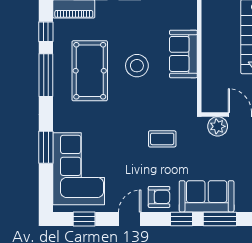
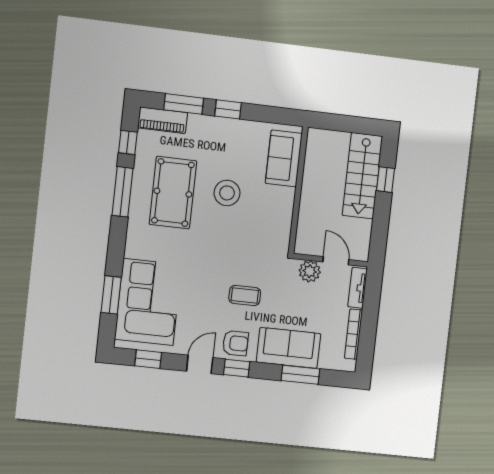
sofa: (183, 54) -> (284, 158), moved
coffee table: (162, 139) -> (245, 295), moved
window: (46, 147) -> (111, 295), moved
window: (182, 219) -> (237, 368), moved

